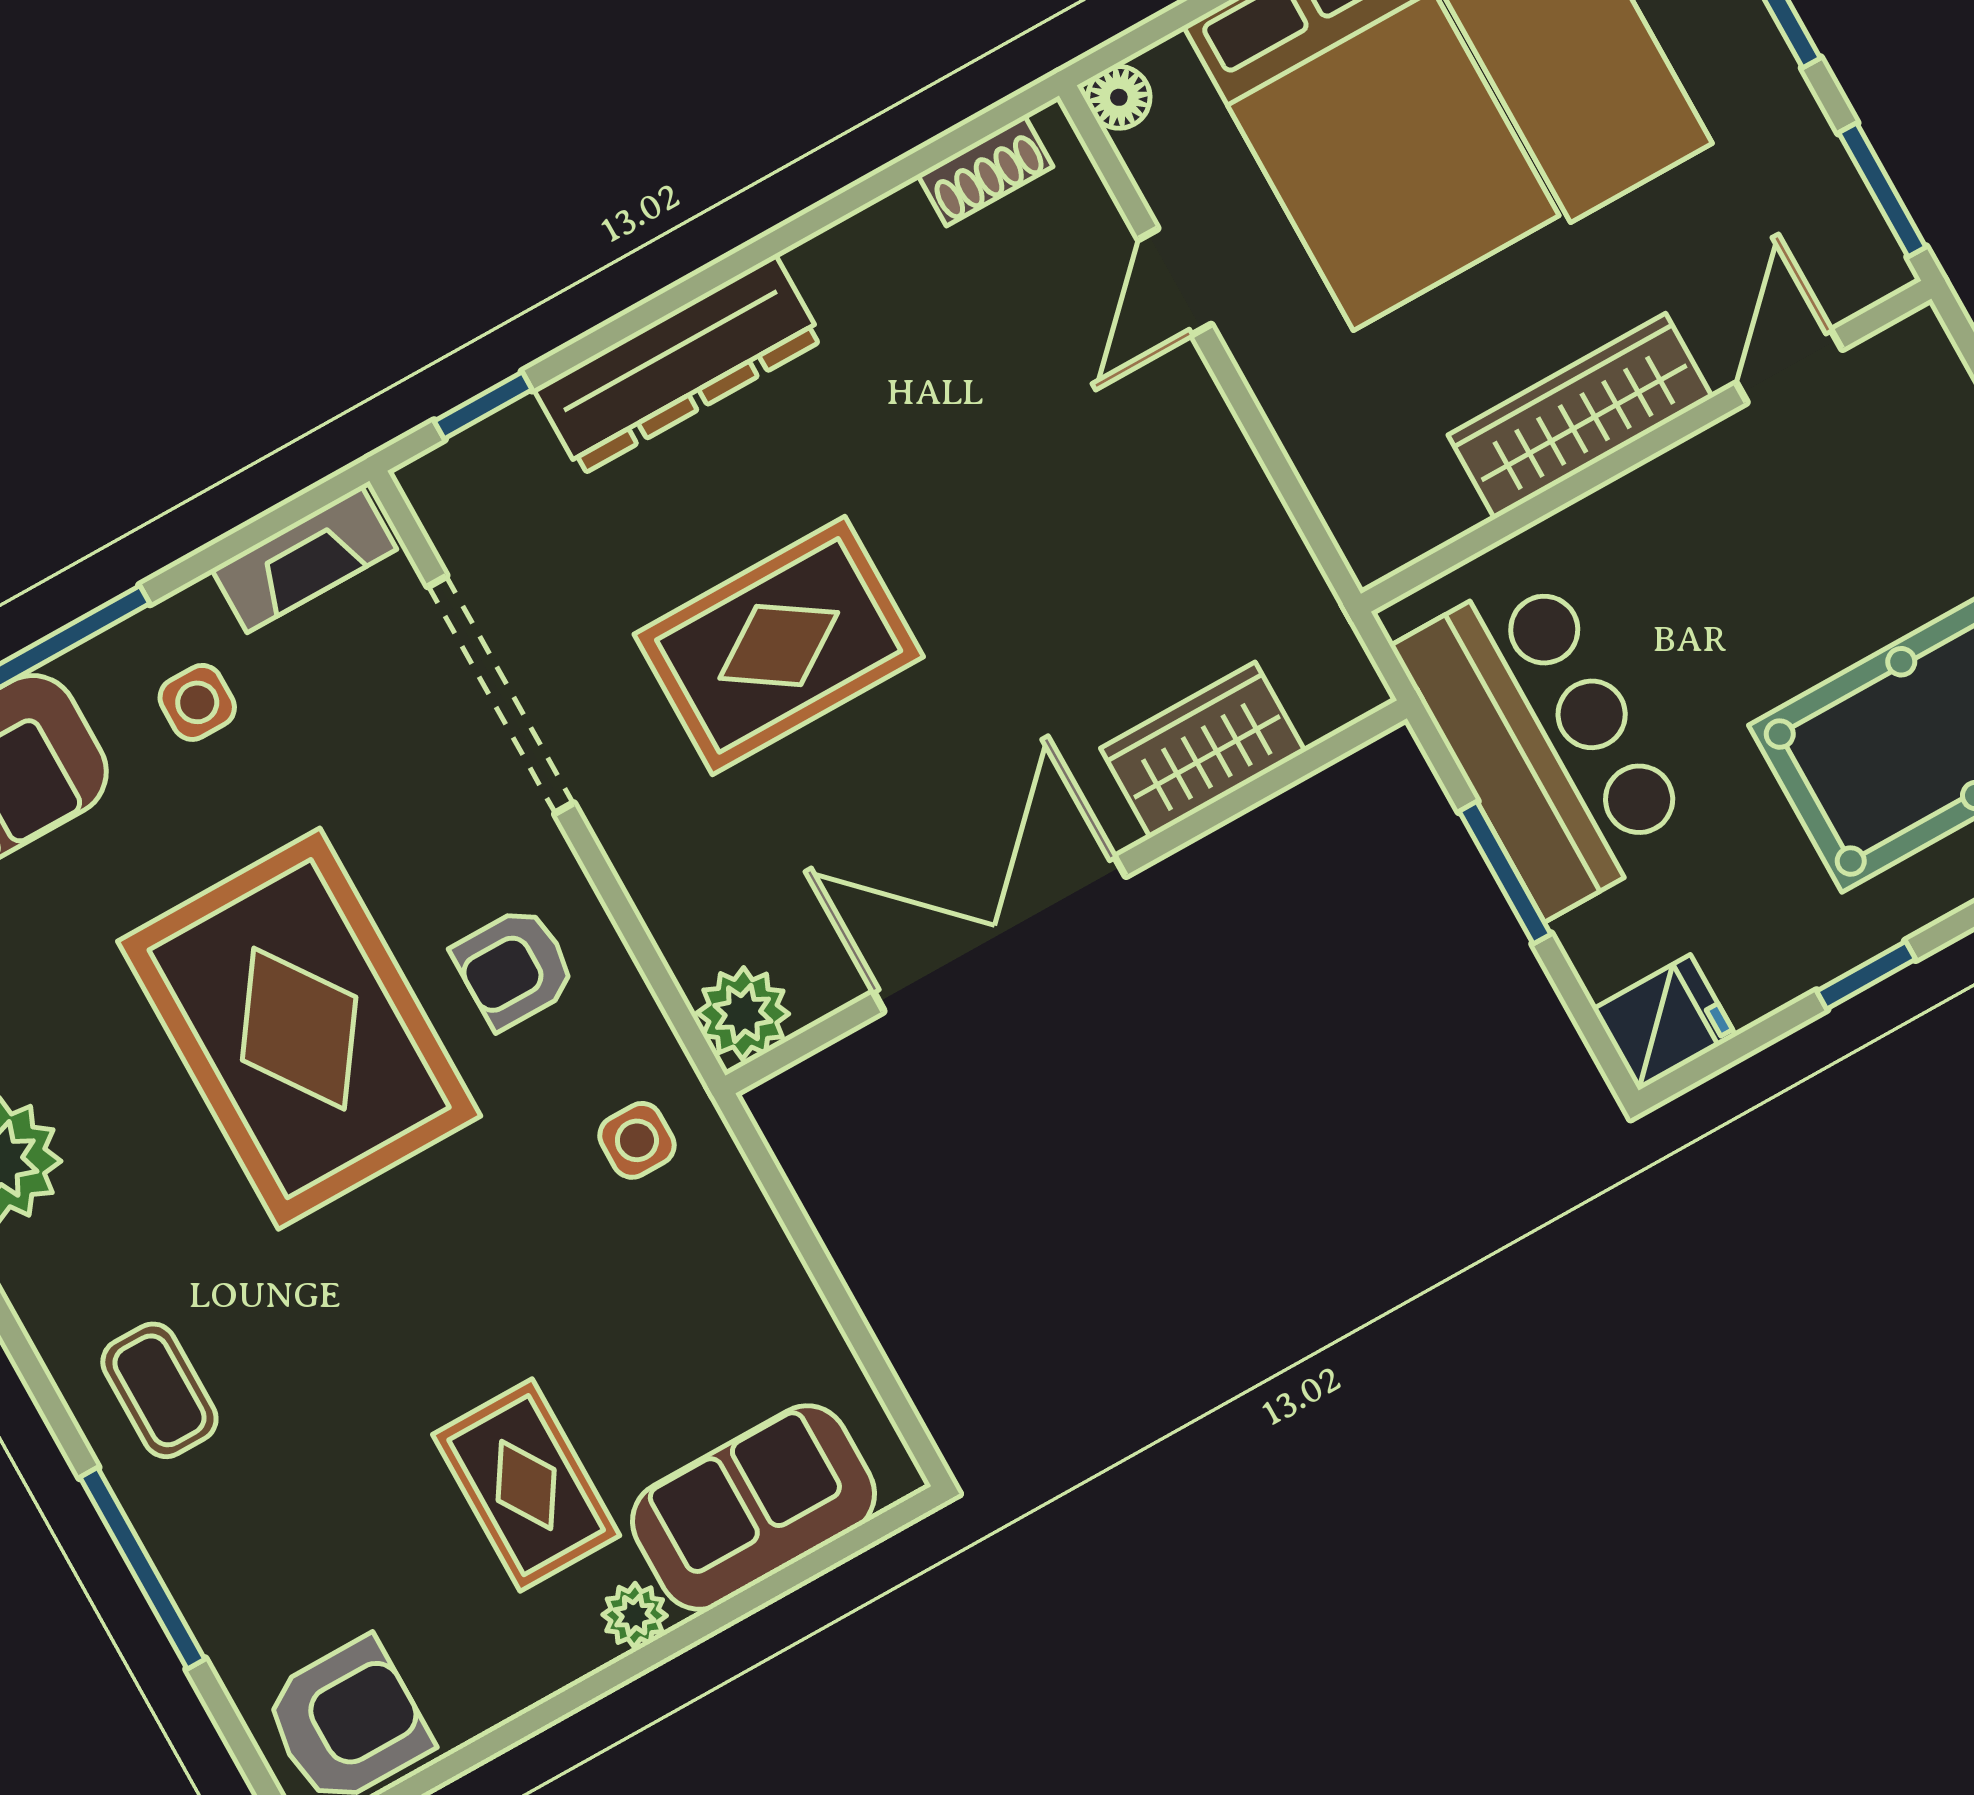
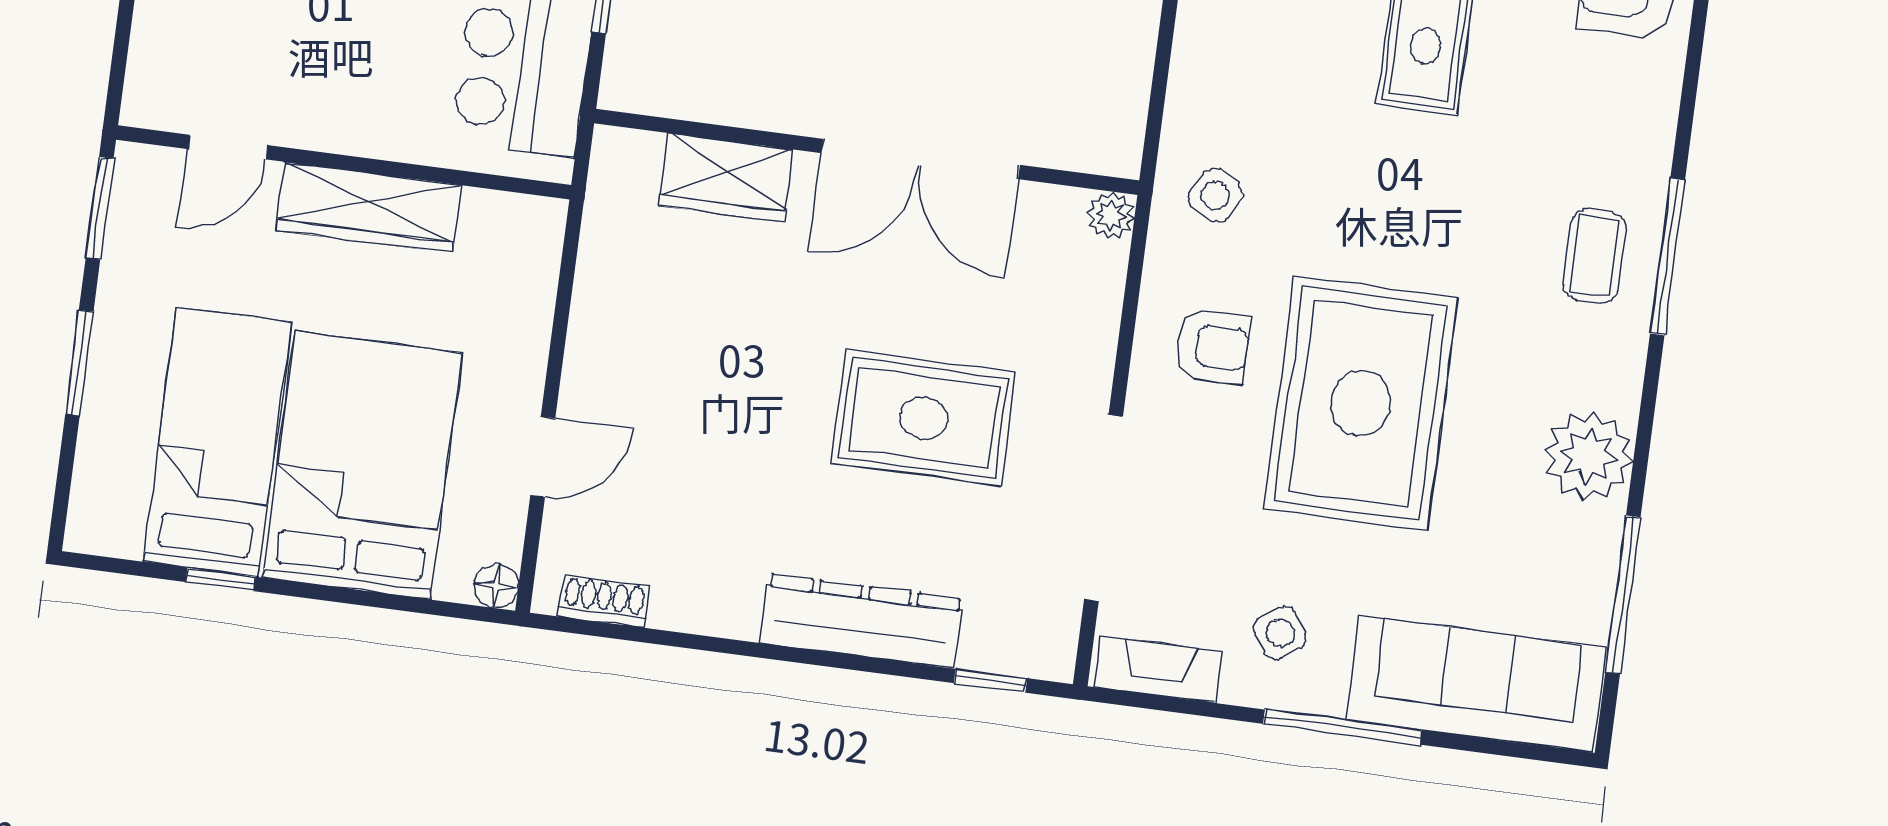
side table: (197, 702) -> (1280, 633), turned -35
plant: (743, 1013) -> (1111, 215), width x0.73, depth x0.73
side table: (637, 1140) -> (1215, 196), turned 31
window: (142, 1568) -> (1667, 257), moved

